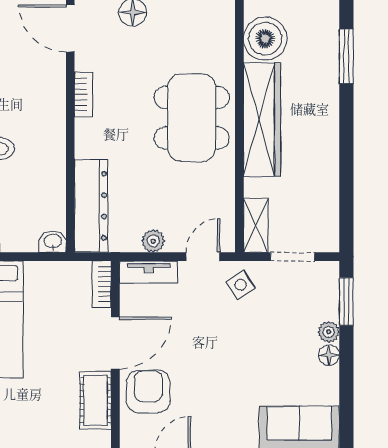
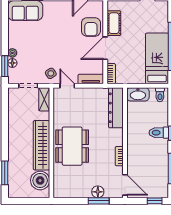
plant: (153, 241) -> (89, 92), removed
washbasin: (53, 242) -> (138, 94), width x1.91, depth x1.45
door: (203, 257) -> (67, 86), swing flipped
floor lamp: (329, 355) -> (12, 63), moved

